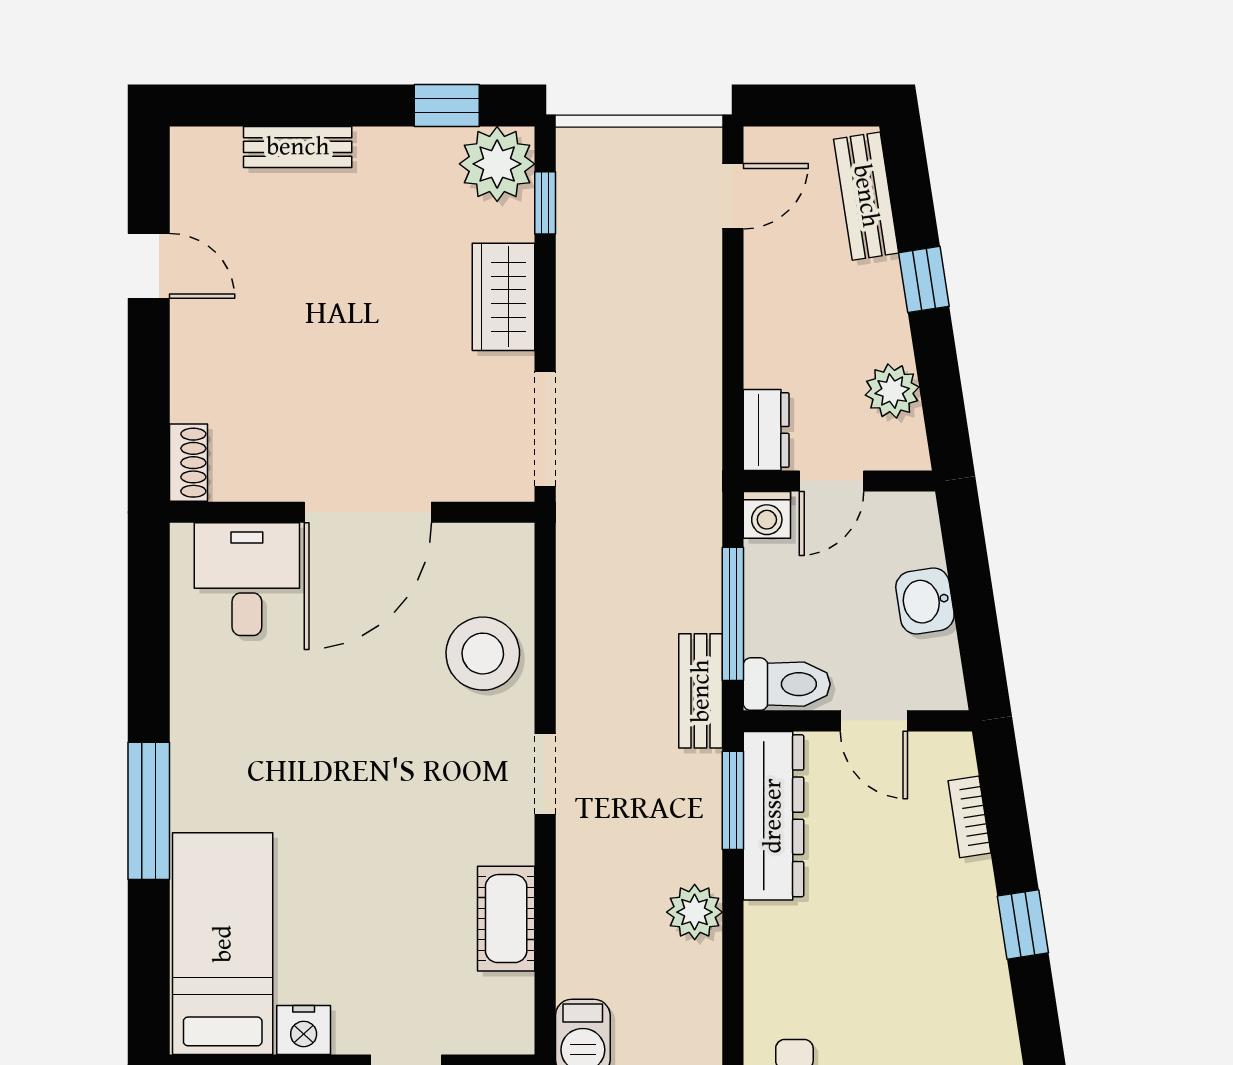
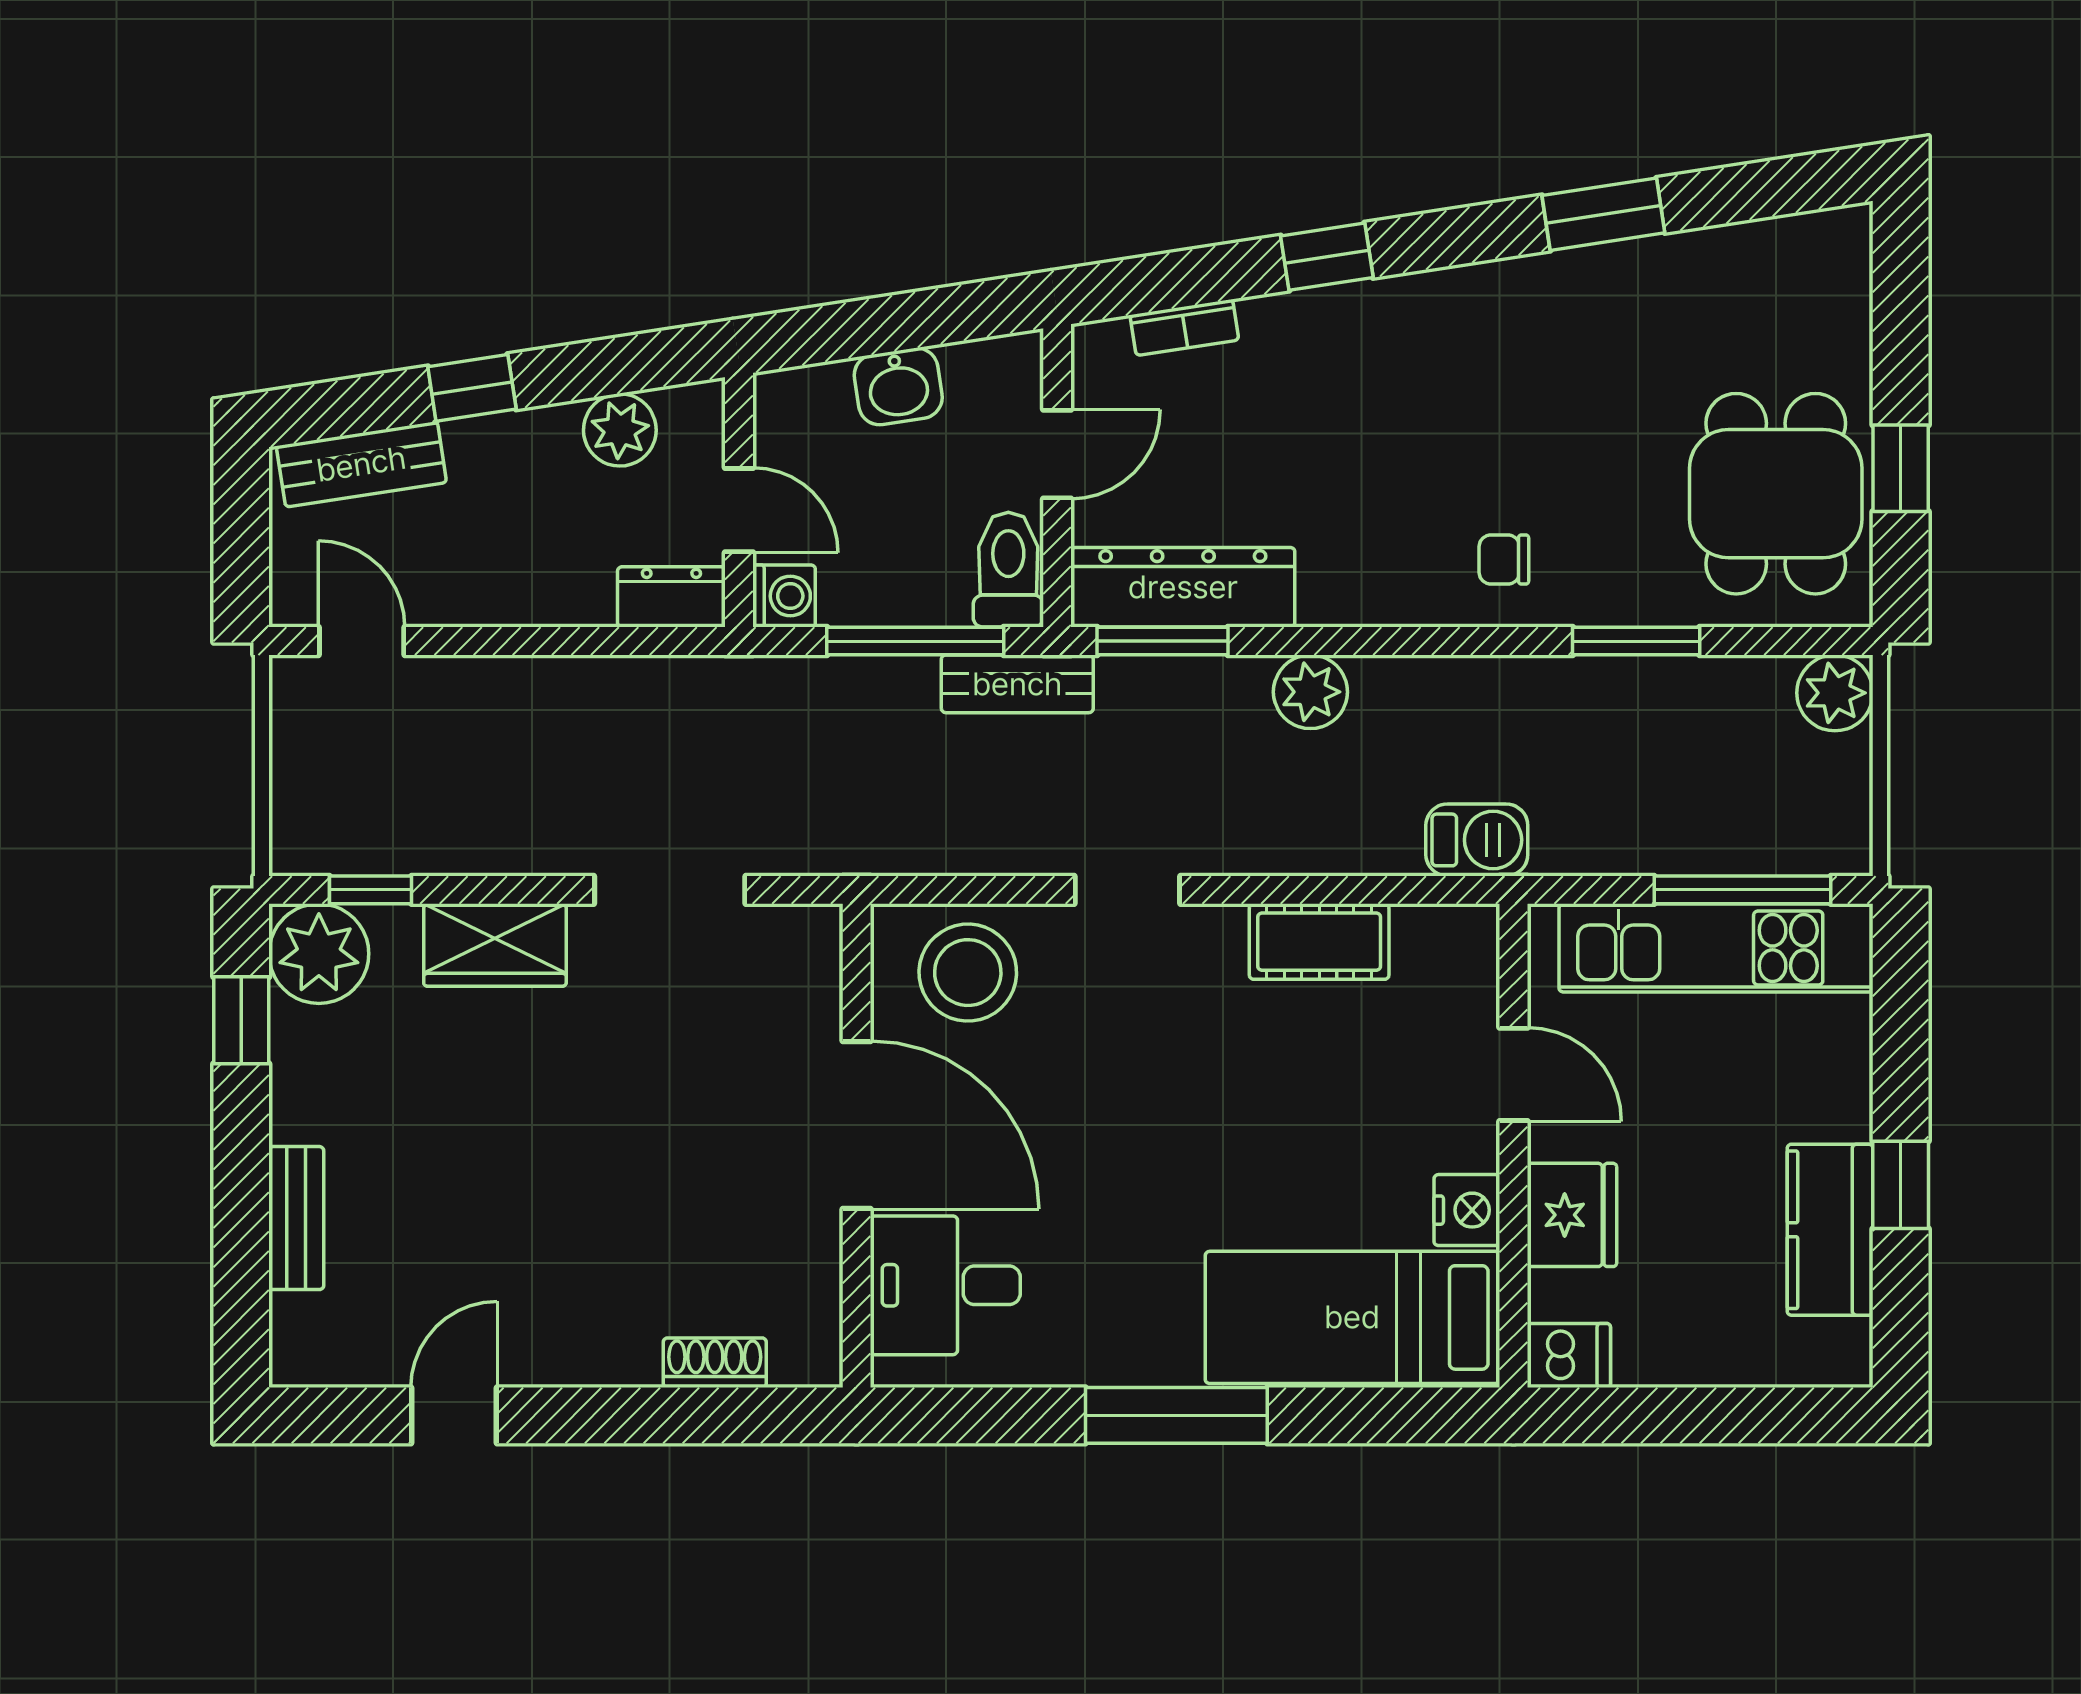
wall: (352, 512) -> (857, 1146), moved
door: (368, 512) -> (857, 1125), moved
desk: (247, 579) -> (945, 1285), moved

